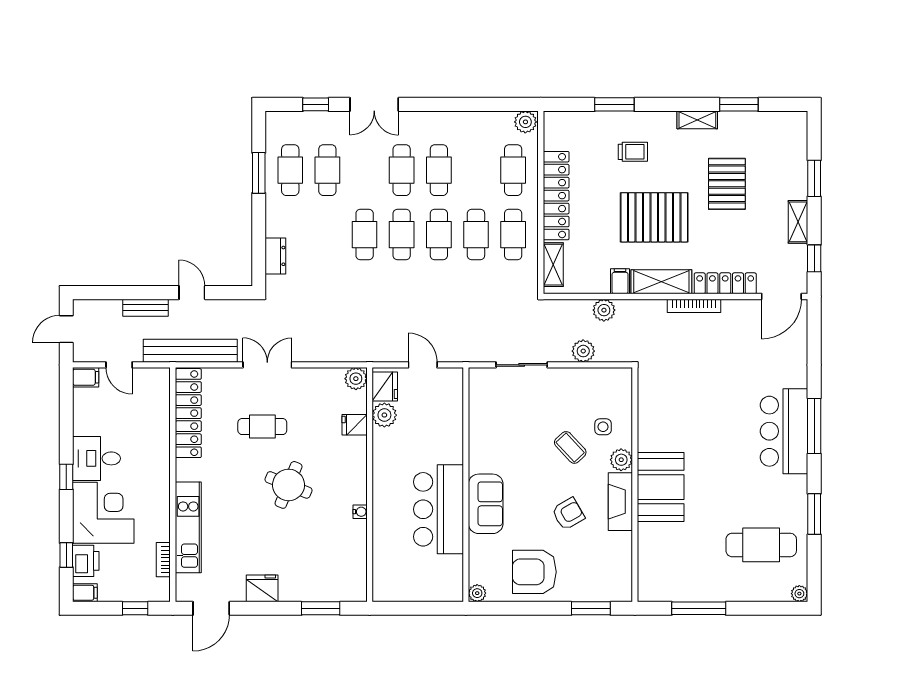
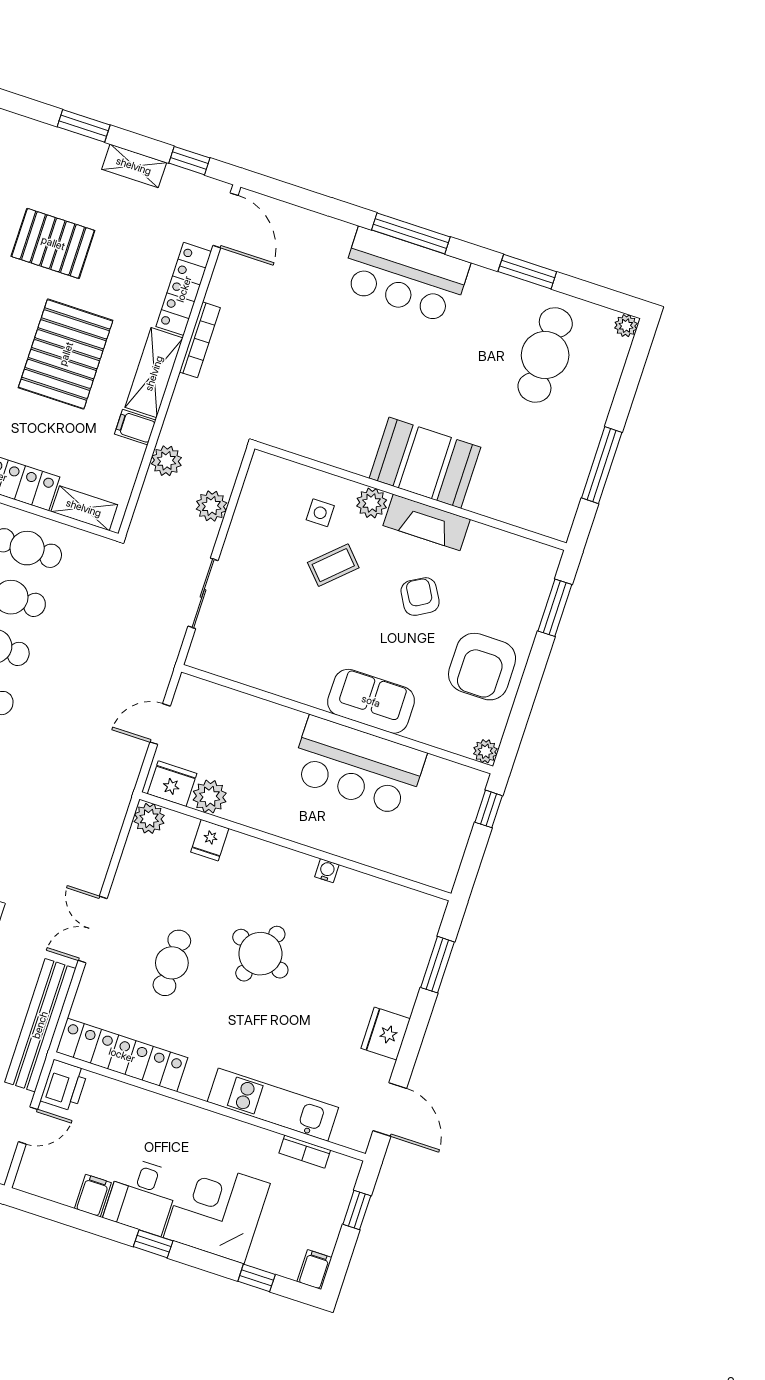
filing cabinet: (86, 377) -> (93, 1196), moved
printer: (86, 561) -> (64, 1086), moved, turned 90
window: (439, 608) -> (489, 809), added

